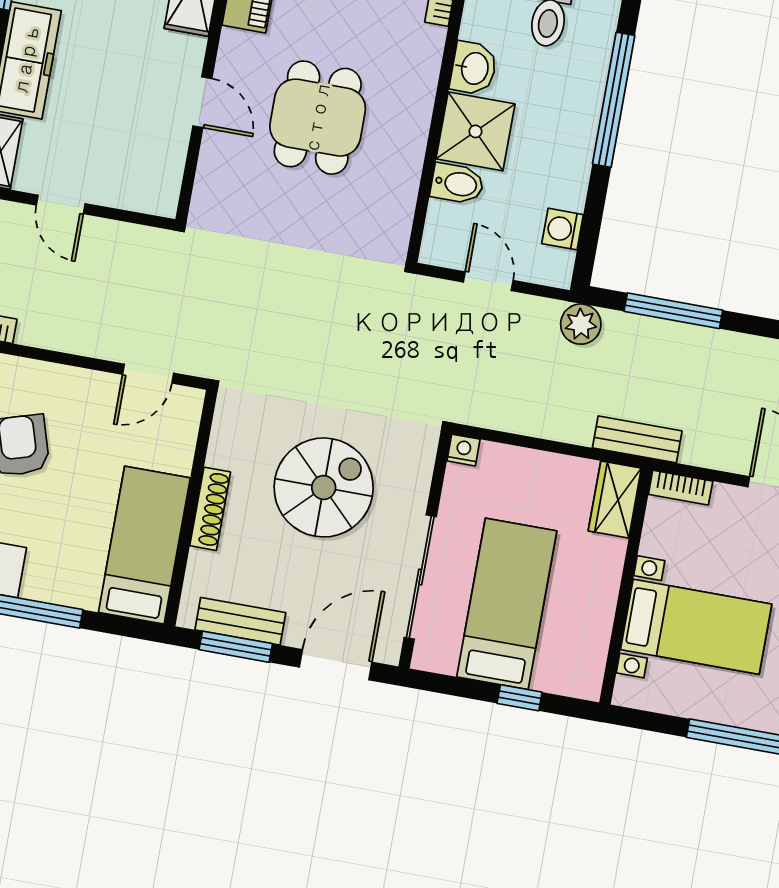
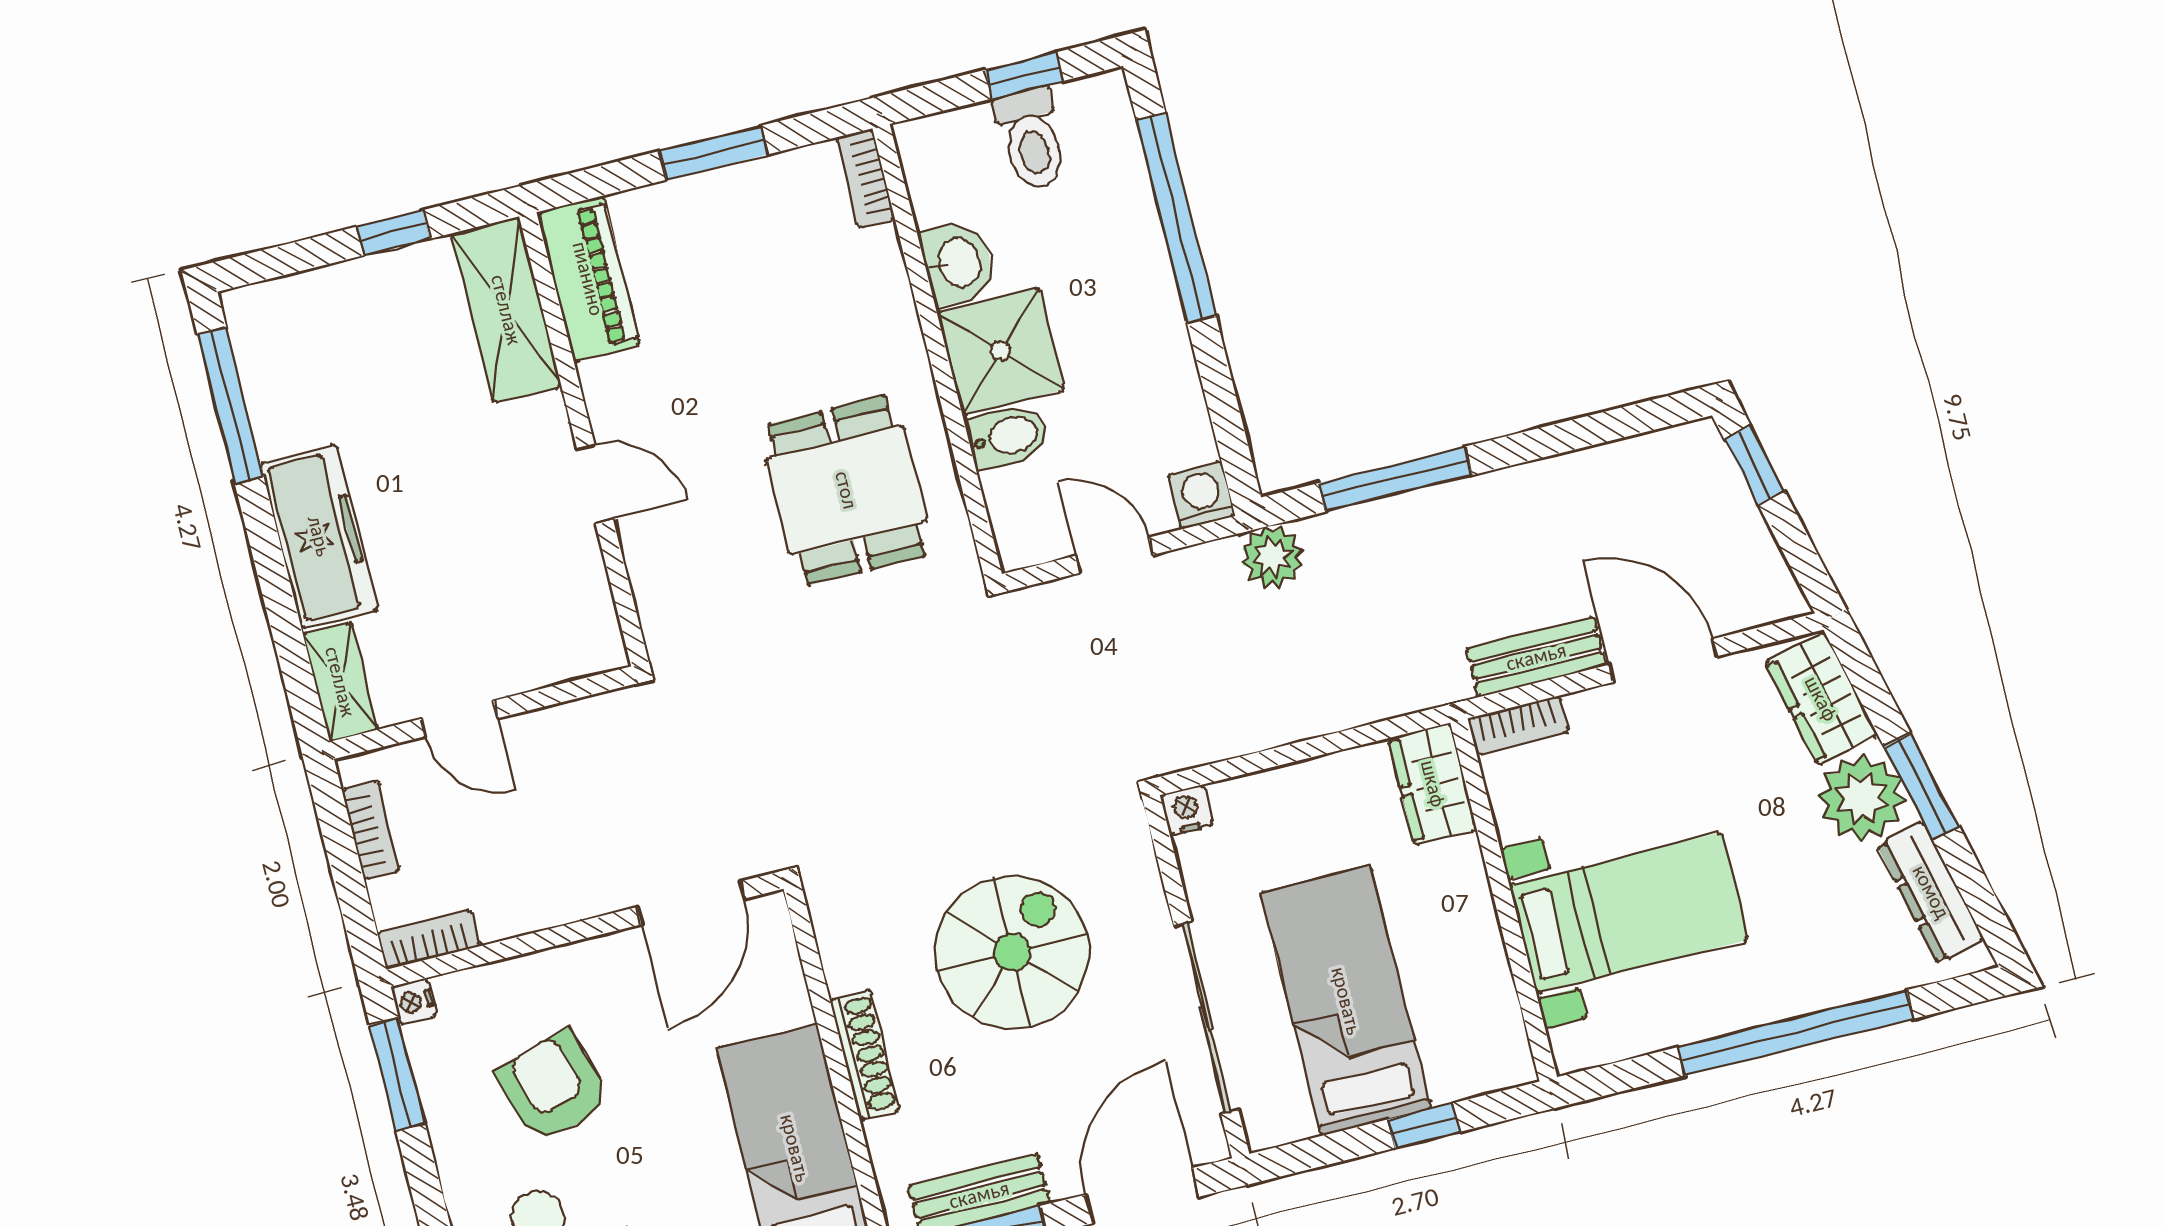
dining table: (318, 118) -> (846, 490), moved
washing machine: (563, 229) -> (1202, 496), moved, turned 90
door: (148, 374) -> (691, 903), width x1.38
bench: (637, 439) -> (1536, 657), moved

